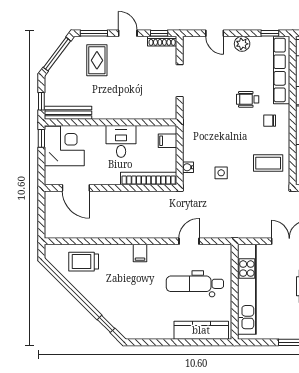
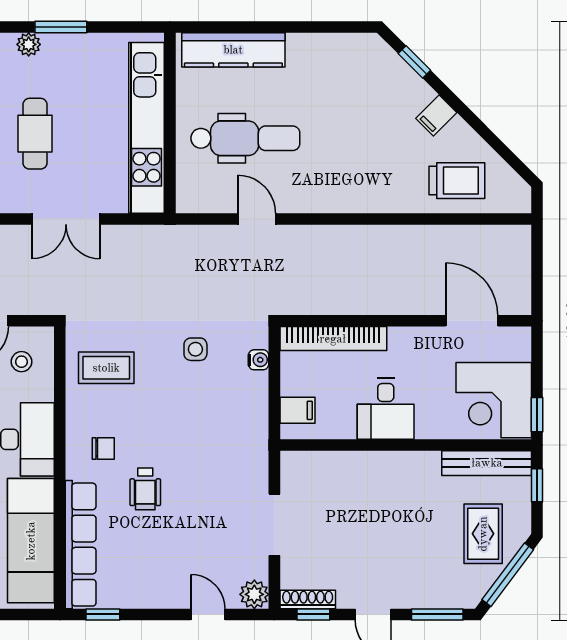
plant: (242, 44) -> (254, 594), moved
rug: (97, 60) -> (483, 534), moved
wheelchair: (248, 99) -> (145, 489), turned 90
door: (189, 241) -> (257, 219), swing flipped
filing cabinet: (140, 253) -> (436, 115), moved, turned -135

